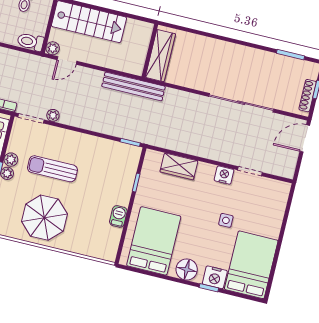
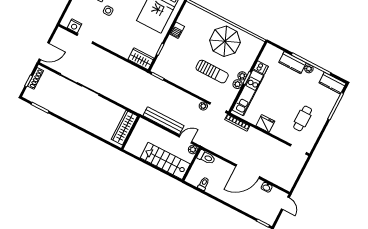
bench: (134, 86) -> (163, 121), moved
wardrobe: (179, 166) -> (141, 59), moved
nightstand: (224, 175) -> (74, 26), moved

